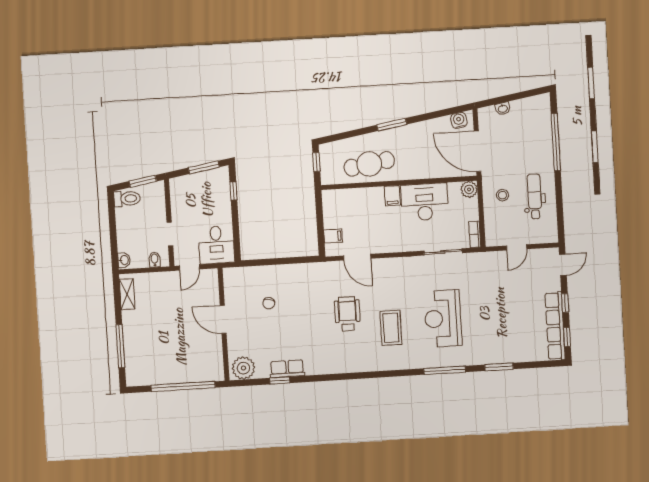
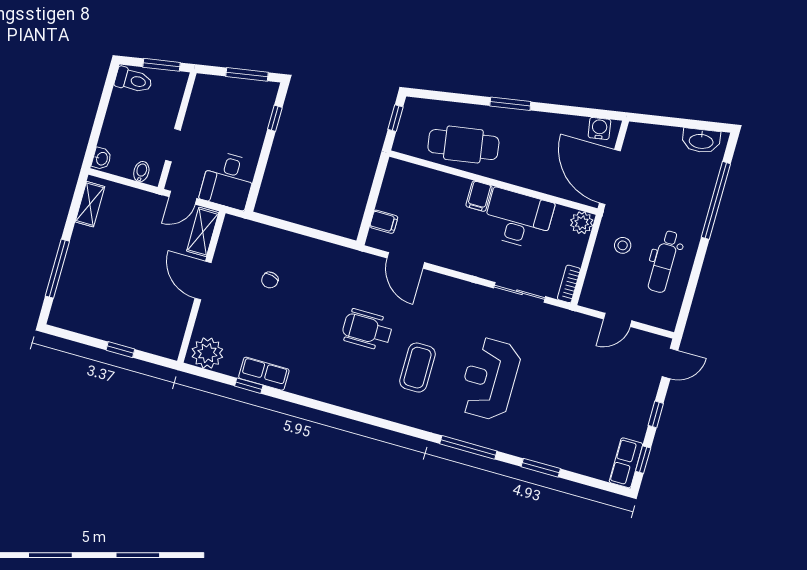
washbasin: (503, 108) -> (701, 141), moved, width x1.91, depth x1.45
dental chair: (535, 196) -> (664, 262), turned 180
shelving: (211, 286) -> (203, 232), added
wheelchair: (347, 314) -> (367, 330), turned -90
row of seats: (555, 326) -> (626, 463), width x0.50
window: (183, 386) -> (120, 350), width x0.32

